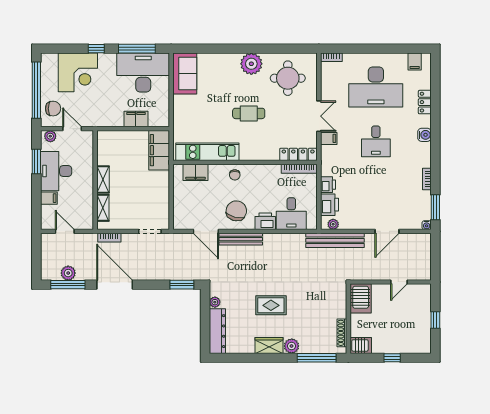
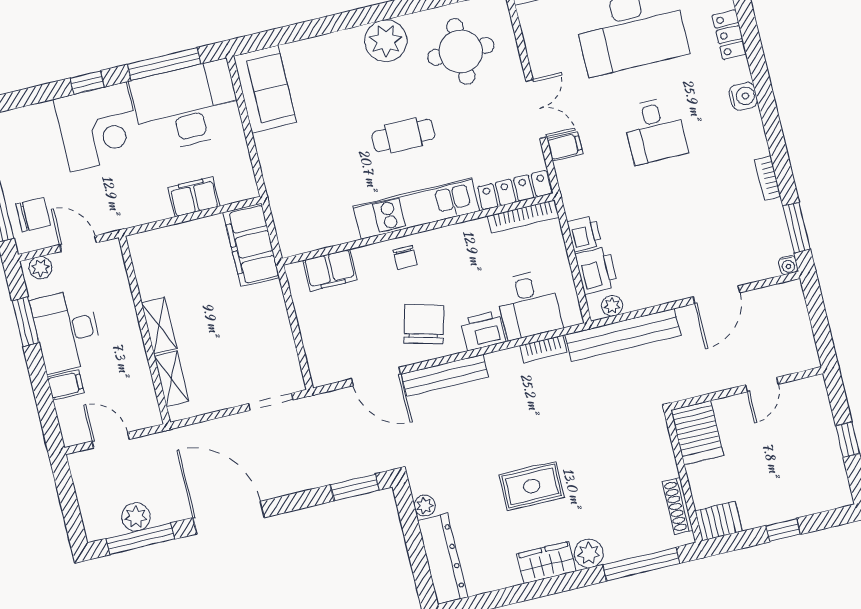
corner desk: (78, 72) -> (98, 127), moved
kitchen unit: (207, 152) -> (416, 209), moved
bookcase: (109, 238) -> (543, 349), moved

